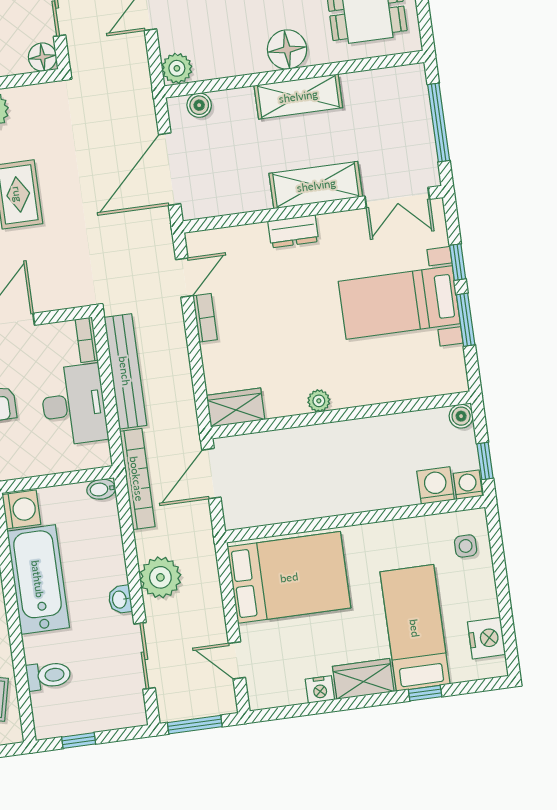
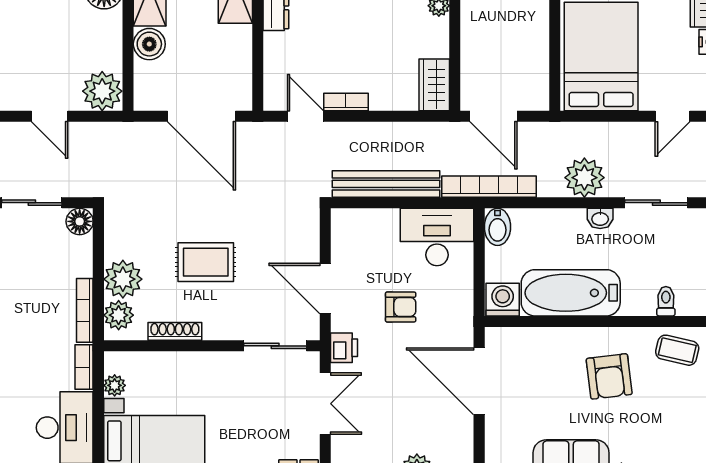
plant: (177, 68) -> (102, 91), width x1.36, depth x1.36
boiler: (199, 105) -> (149, 44), moved, width x1.36, depth x1.36
bookcase: (87, 340) -> (351, 216), removed
desk: (74, 405) -> (437, 237), moved
bidet: (101, 489) -> (497, 227), width x1.38, depth x1.36
toilet: (48, 676) -> (666, 301), width x0.73, depth x0.72

